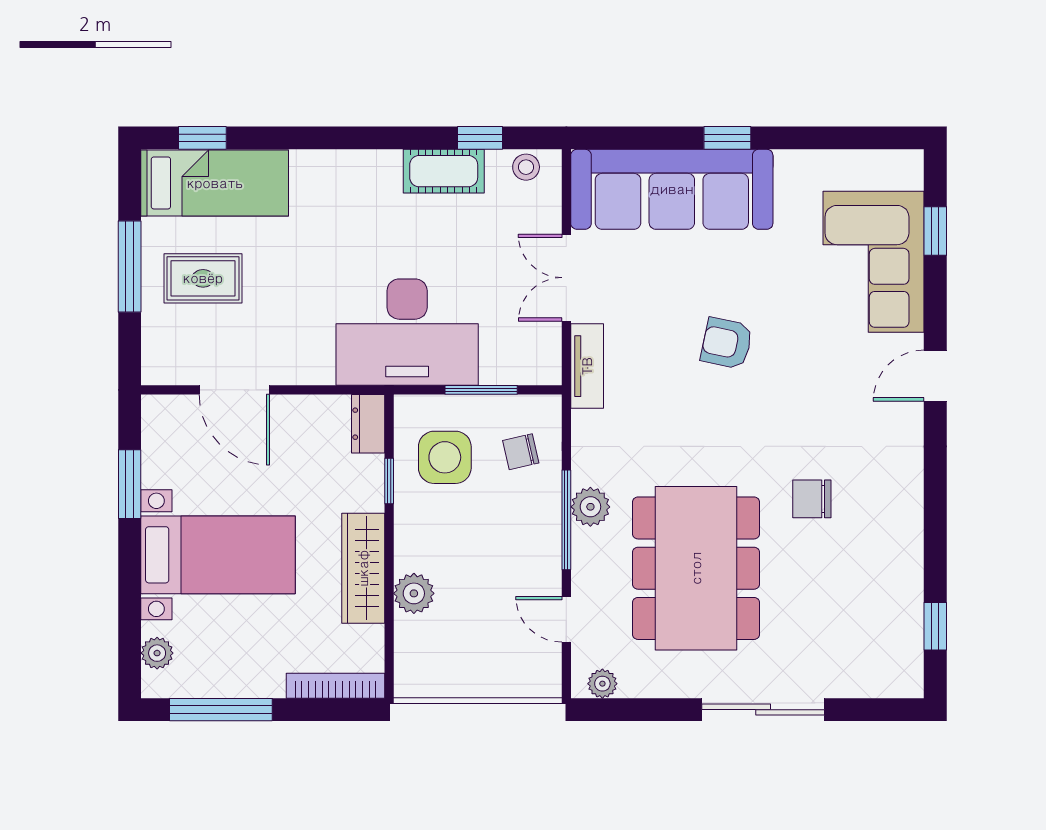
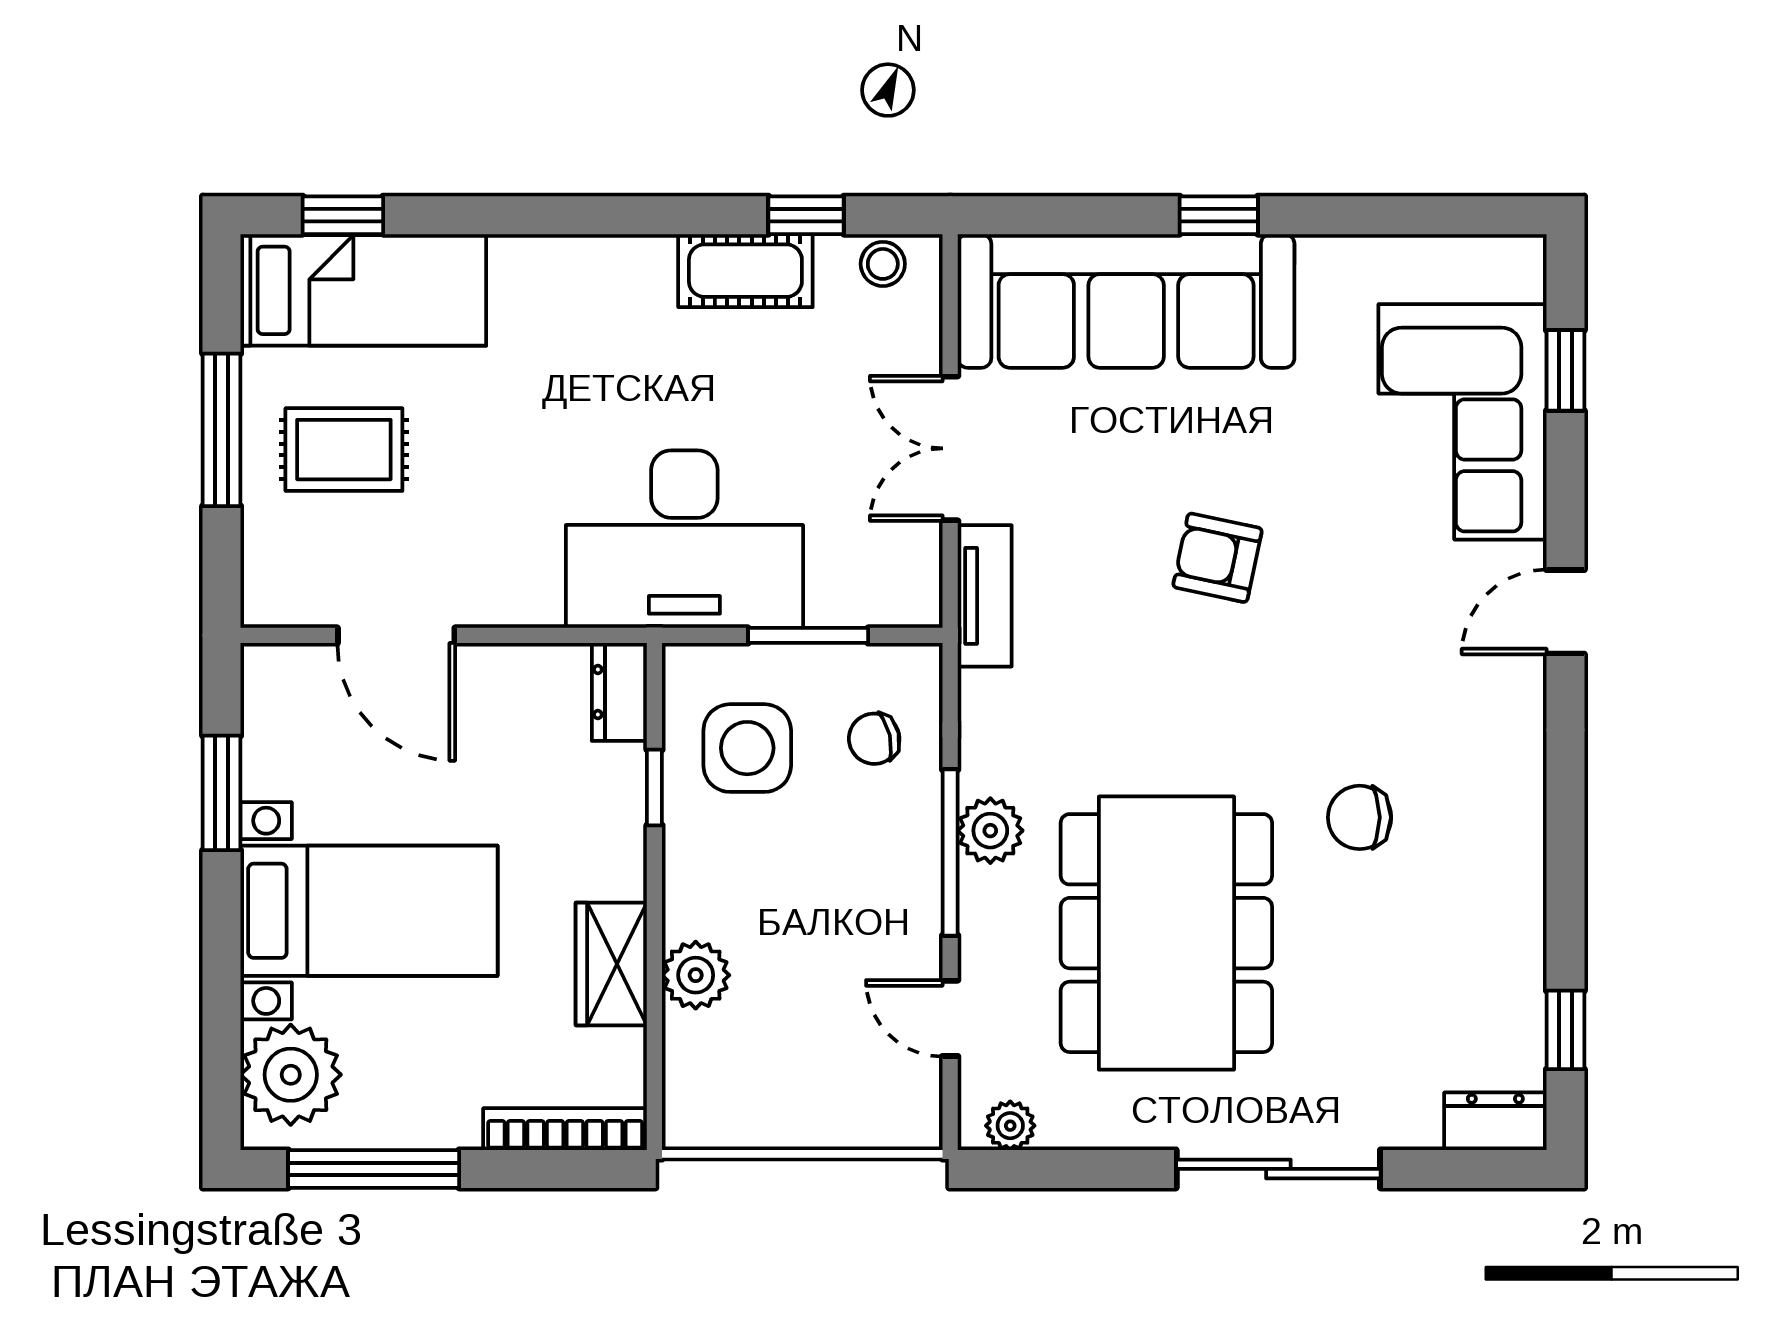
wardrobe: (363, 568) -> (611, 964), width x0.67
plant: (157, 653) -> (291, 1075), width x1.87, depth x1.87
dresser: (893, 681) -> (1495, 1121), added

